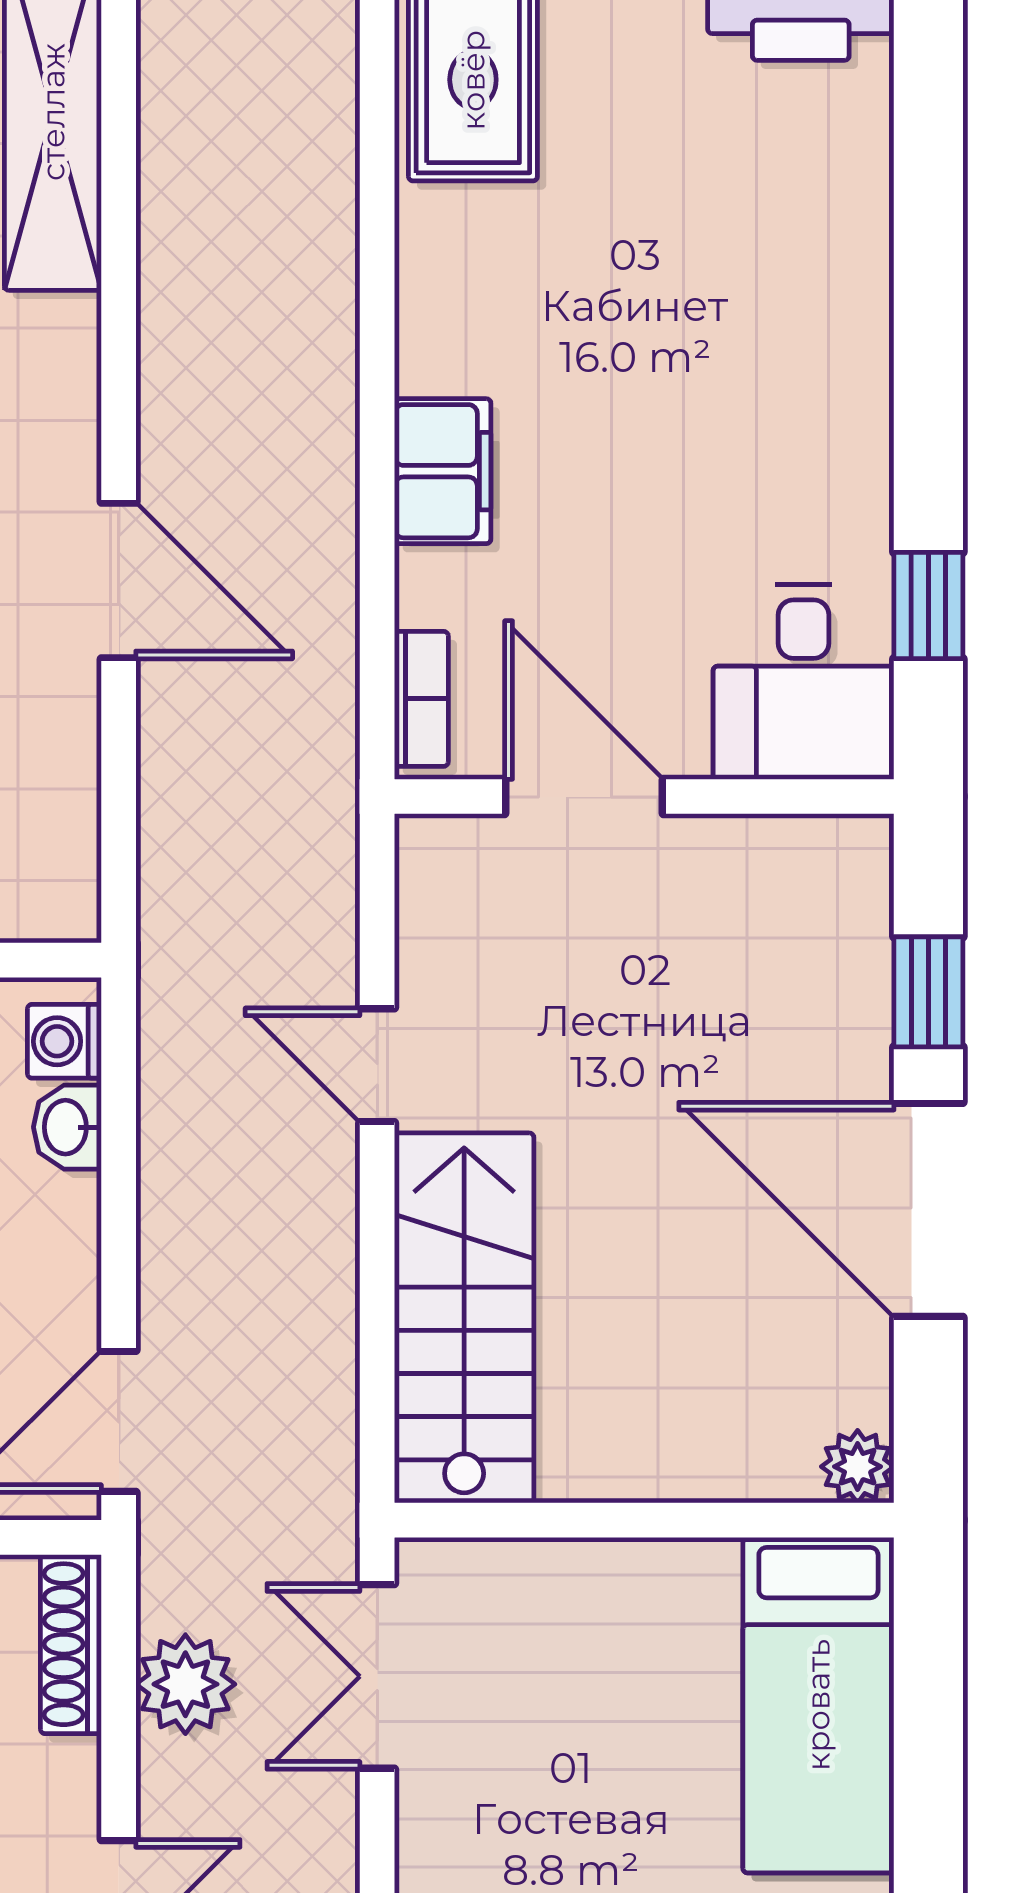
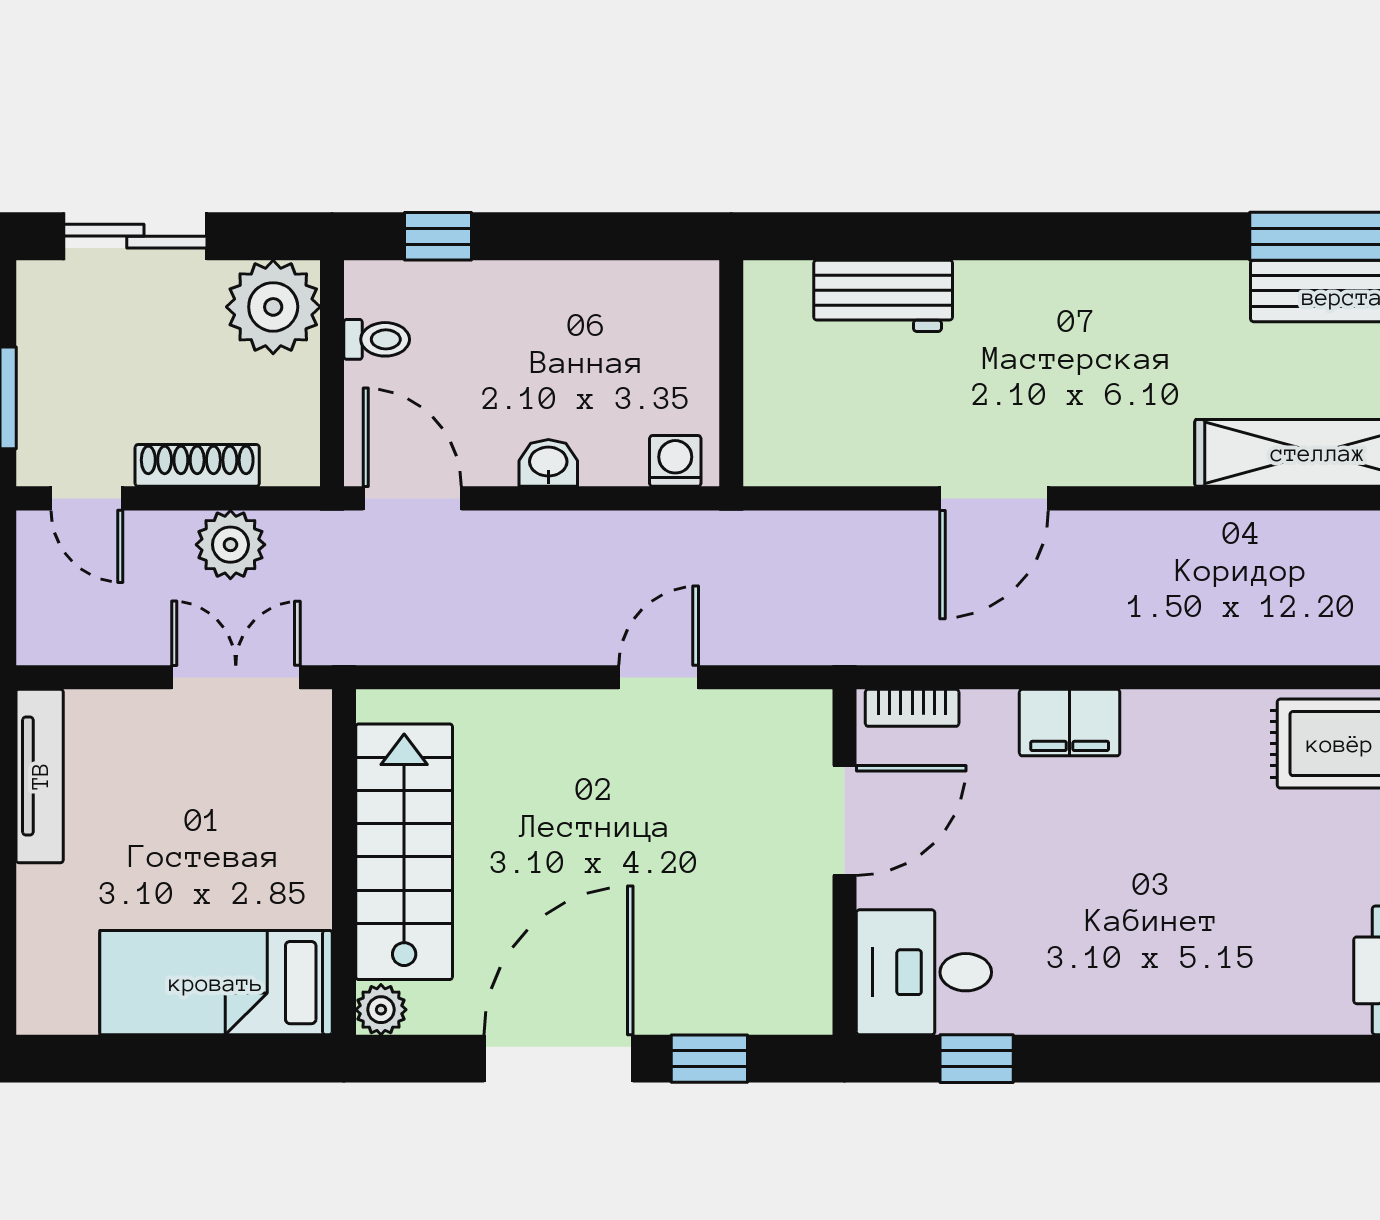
washbasin: (67, 1127) -> (548, 463), moved
stairs: (464, 1318) -> (404, 852), moved, turned -90
shoe rack: (71, 1644) -> (197, 465), moved

